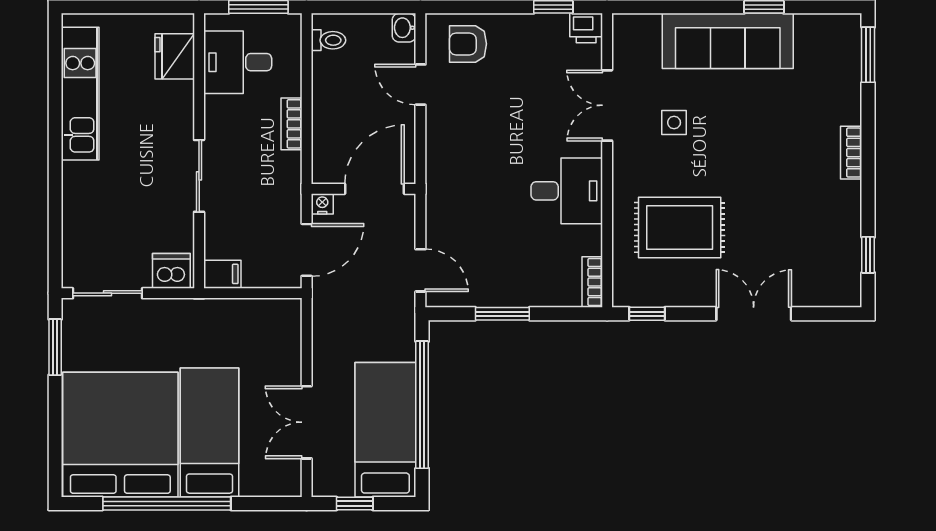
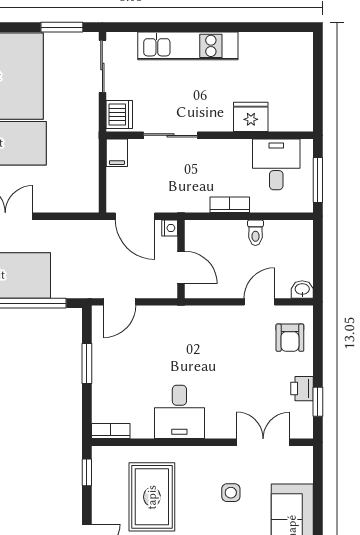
printer: (586, 28) -> (302, 389), moved
toilet: (328, 40) -> (255, 233), moved
armchair: (468, 44) -> (290, 338), turned 180
fridge: (175, 56) -> (251, 117), moved
kitchen unit: (80, 94) -> (188, 46), moved
double door: (607, 105) -> (263, 442), moved
sliding door: (199, 176) -> (171, 135), moved
door: (375, 189) -> (181, 267), width x0.73

